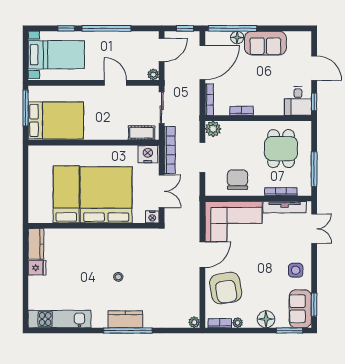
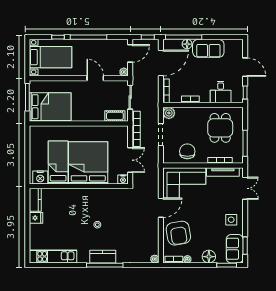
desk: (298, 101) -> (221, 92), moved
nightstand: (148, 154) -> (40, 177), moved, turned 180

